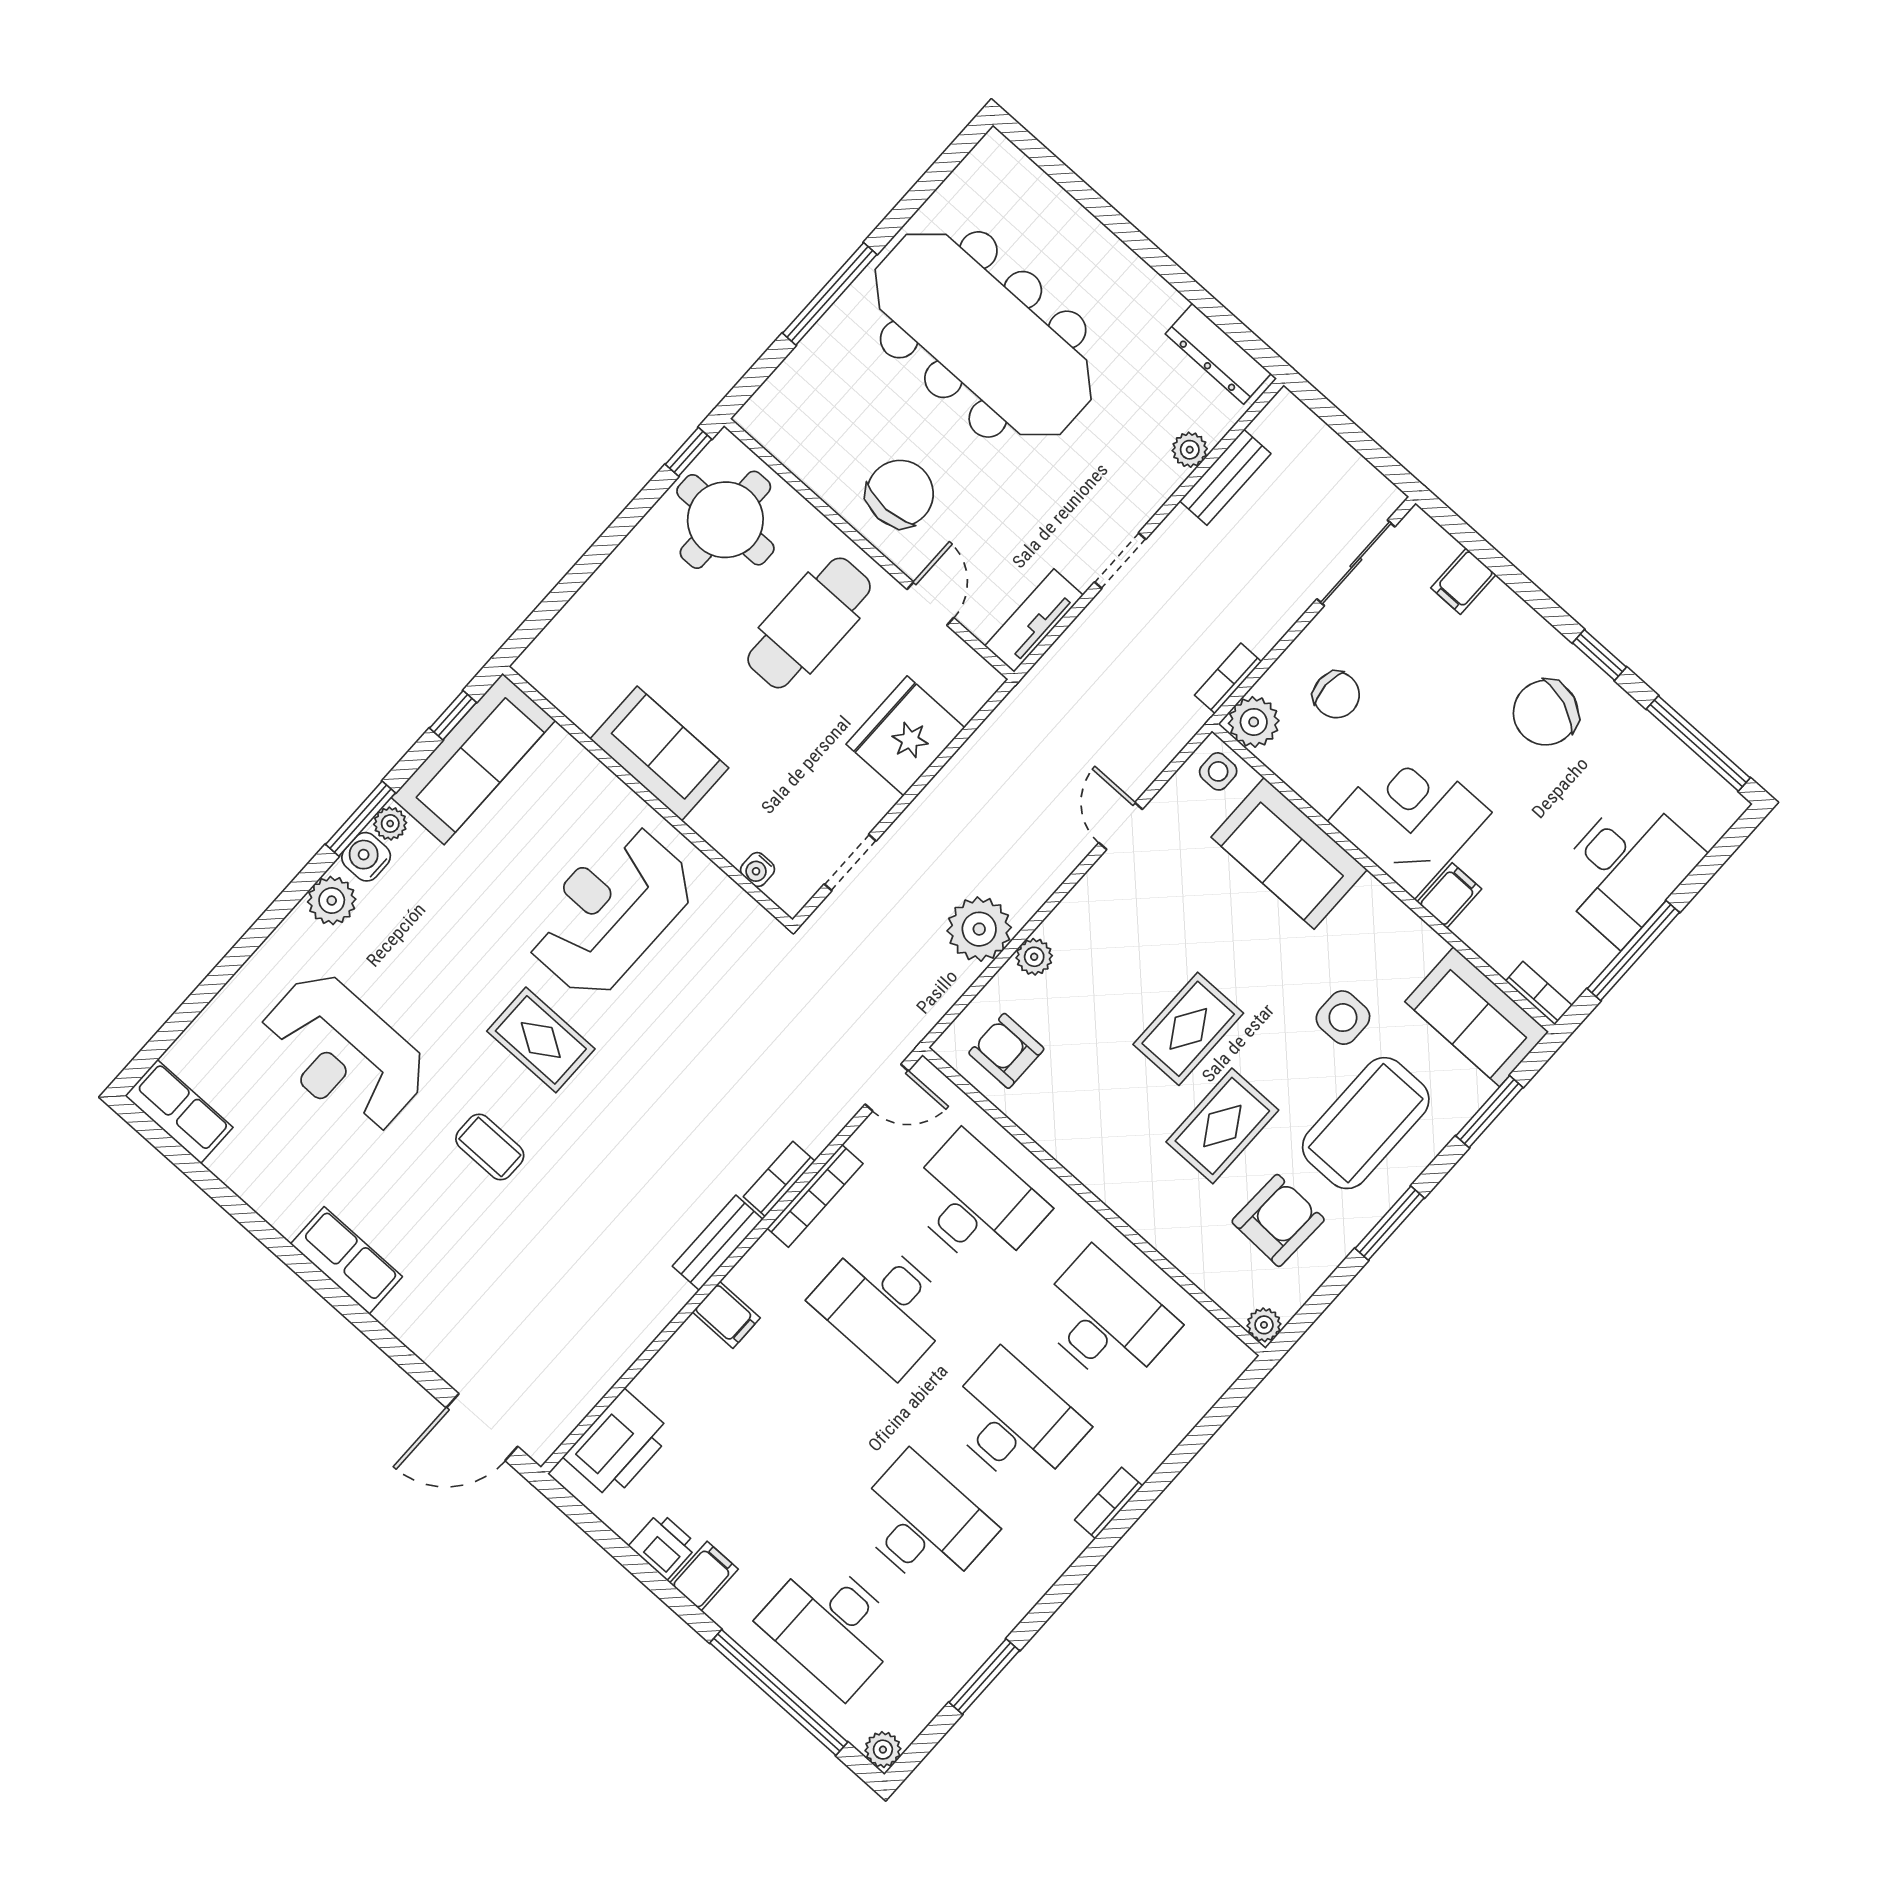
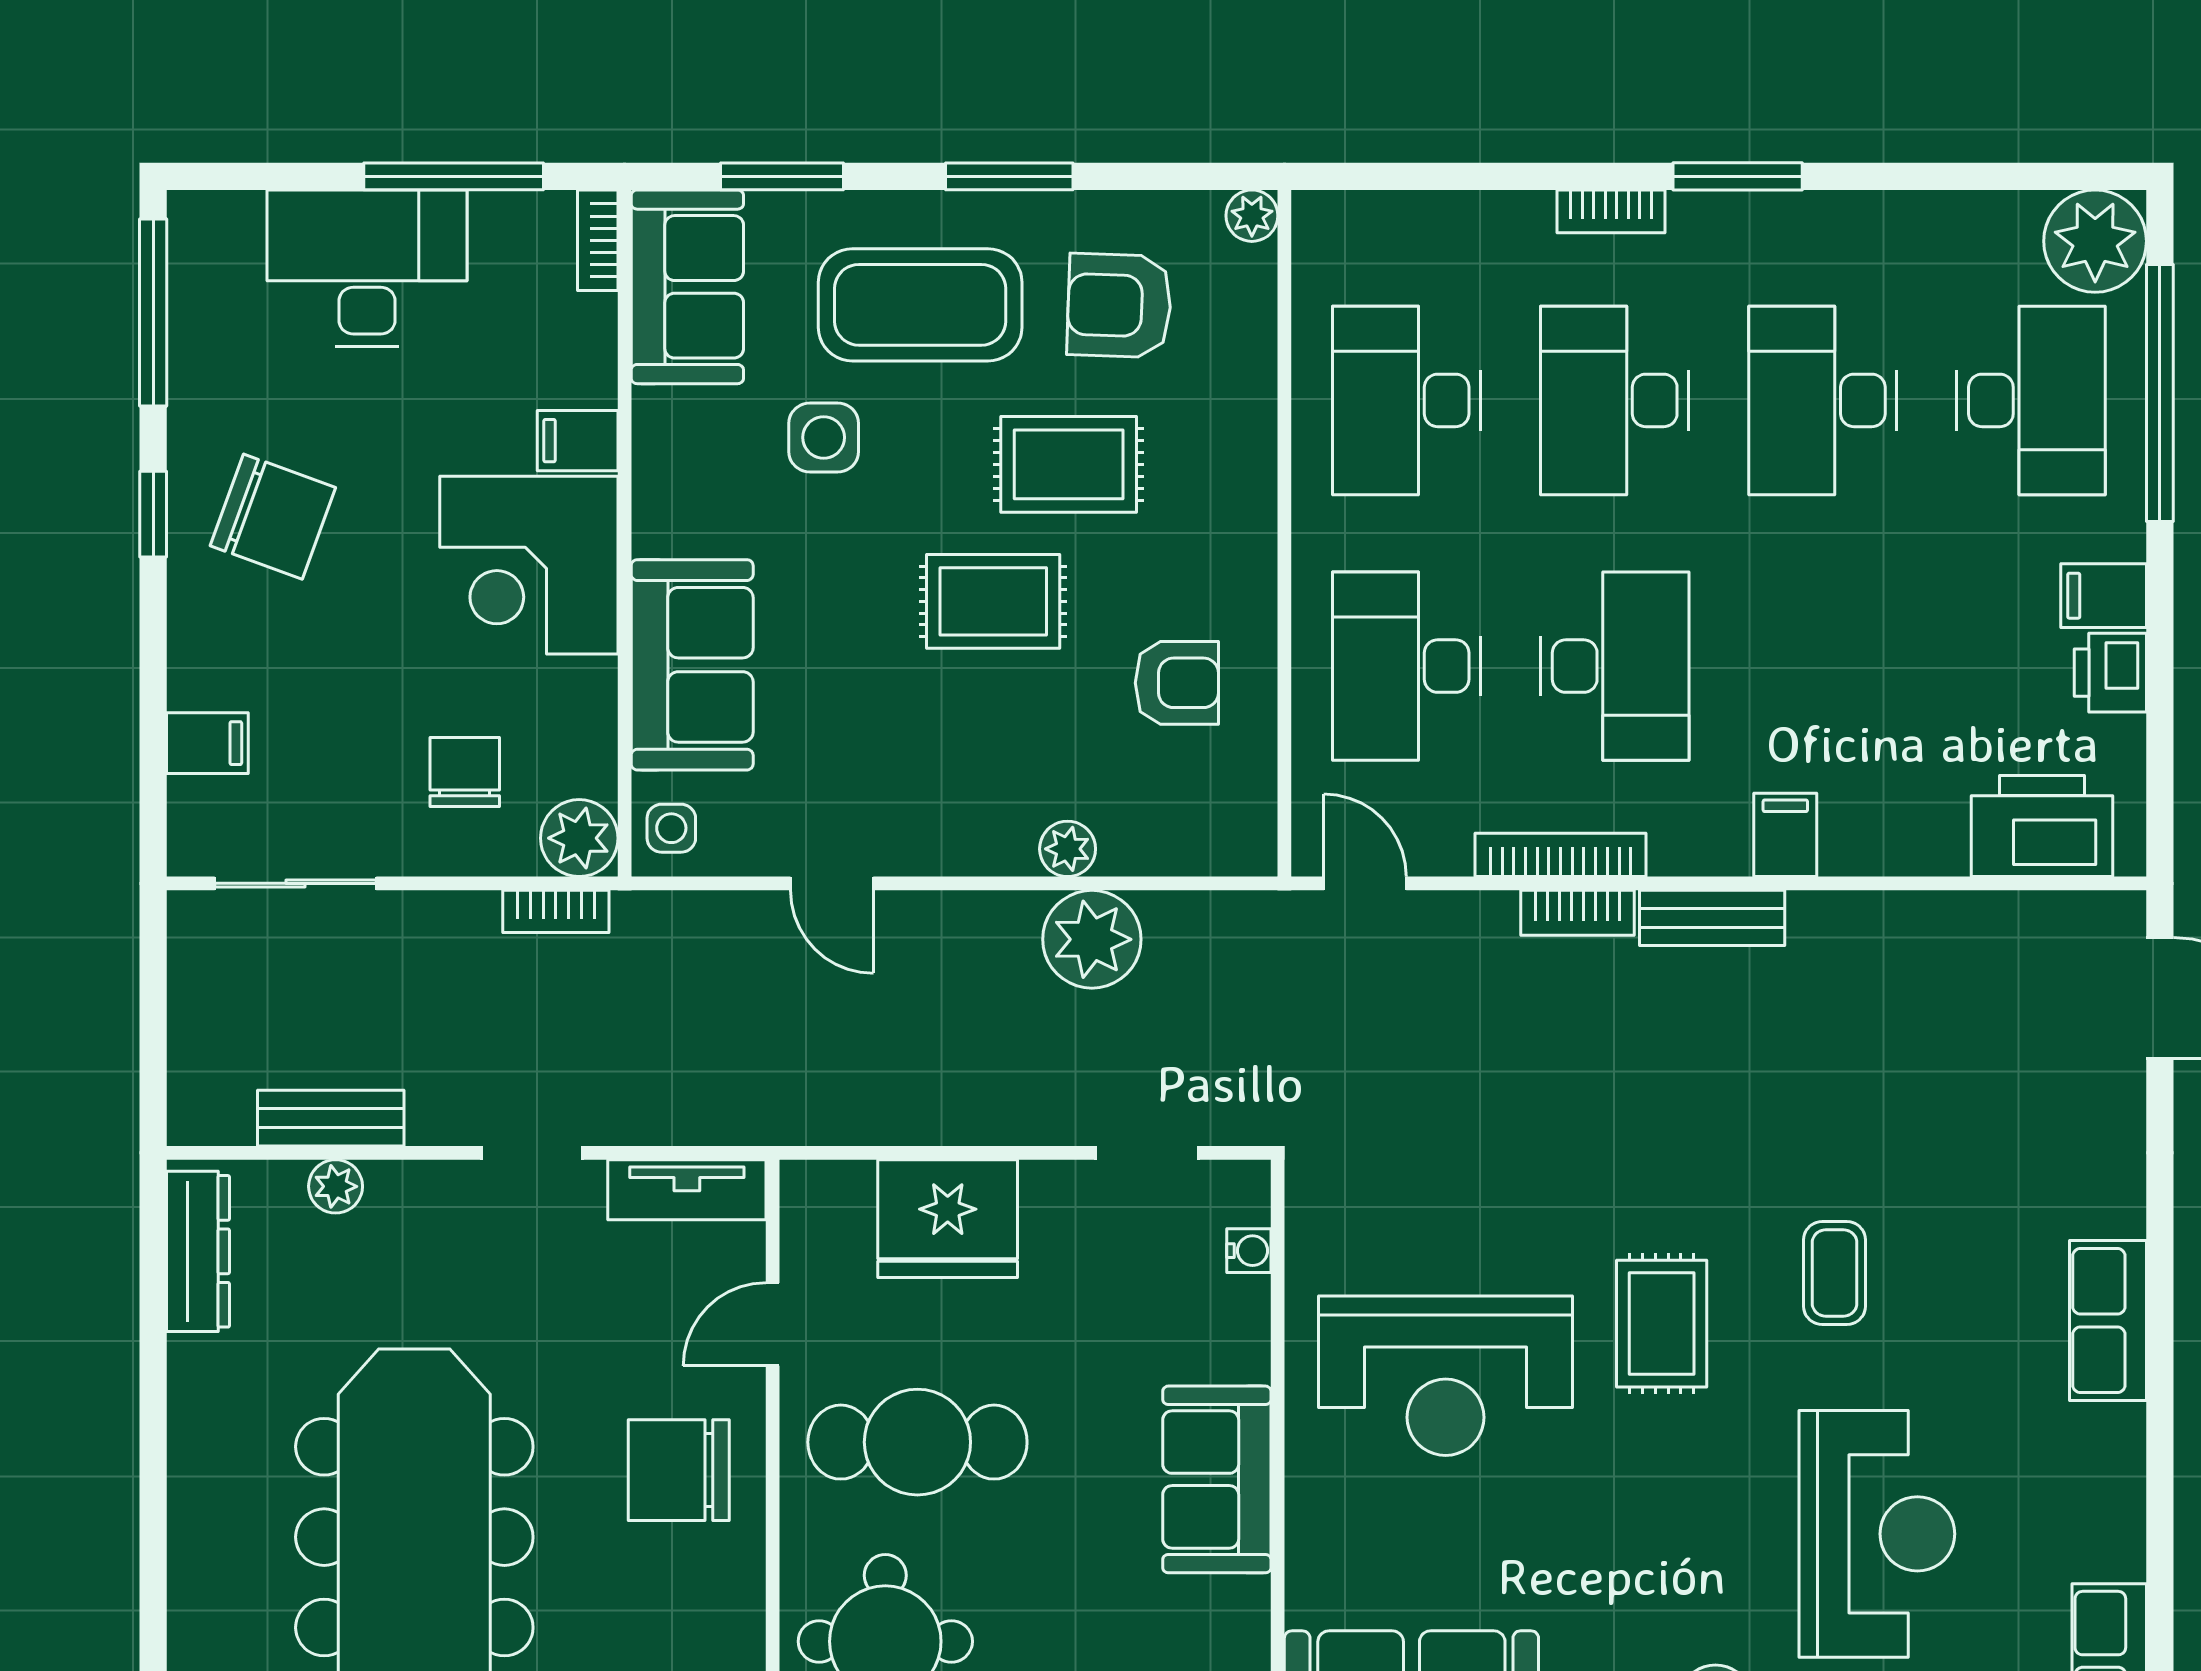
door: (1121, 826) -> (832, 883), hinge flipped
armchair: (1006, 1051) -> (1177, 683), moved, turned -90
window: (984, 1677) -> (1738, 176), moved
plant: (883, 1750) -> (2095, 241), width x1.87, depth x1.87

